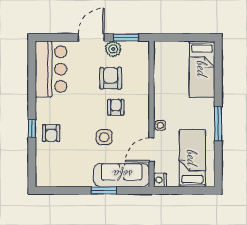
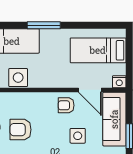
armchair: (116, 107) -> (66, 105), moved
window: (218, 124) -> (44, 25), moved
side table: (160, 125) -> (18, 78), moved, width x1.87, depth x1.87

